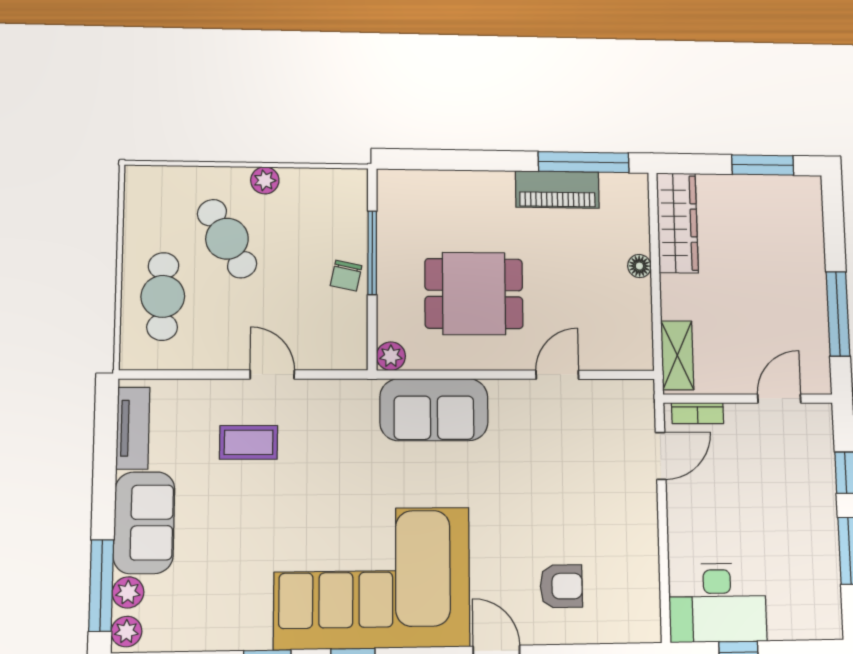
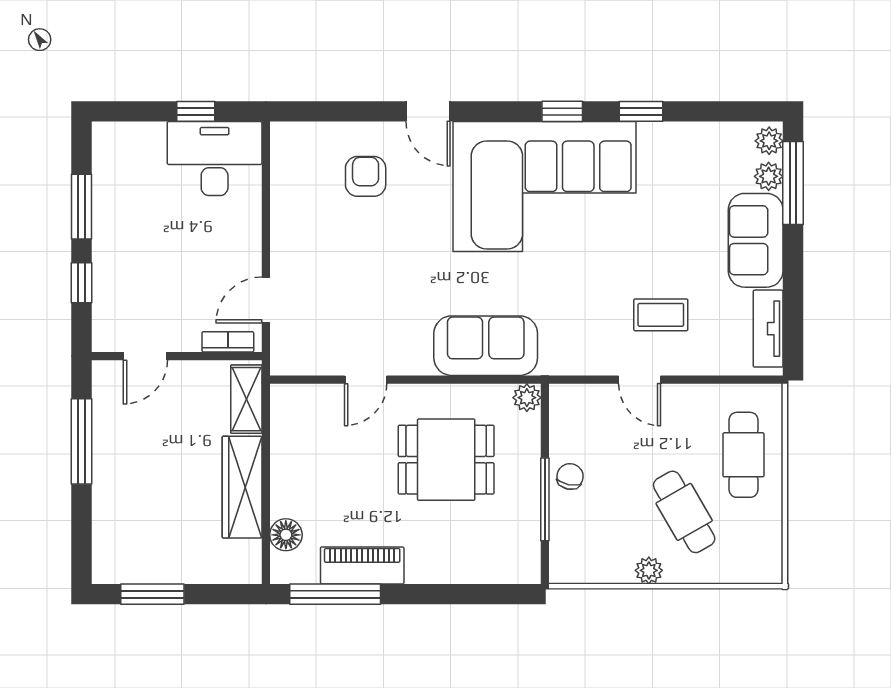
wardrobe: (677, 223) -> (242, 487), moved
floor lamp: (639, 266) -> (286, 535), moved, width x1.37, depth x1.37
armchair: (561, 586) -> (366, 176), turned 90

